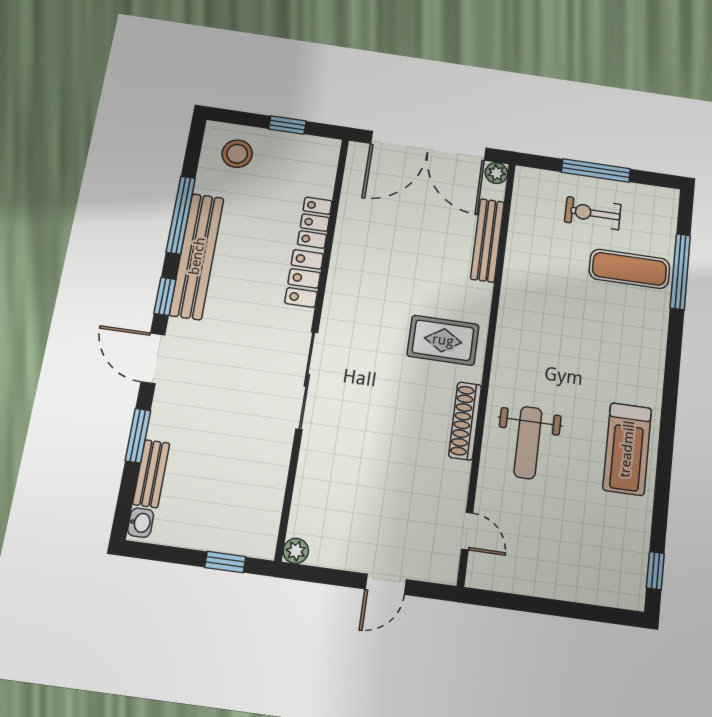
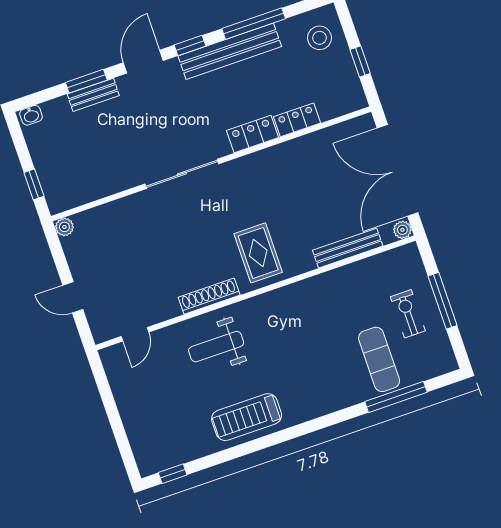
bench: (151, 474) -> (93, 95), moved

